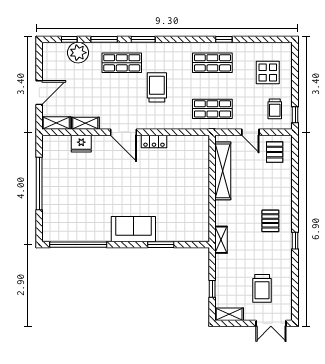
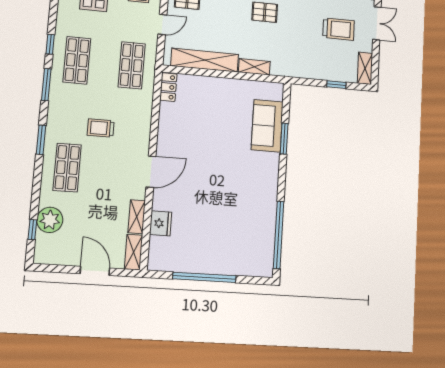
window: (104, 39) -> (46, 85), moved
trolley: (157, 87) -> (101, 128), width x0.73, depth x0.72
locker: (154, 141) -> (168, 87), moved
sofa: (133, 229) -> (267, 126), moved
shelving: (221, 240) -> (254, 67), moved

